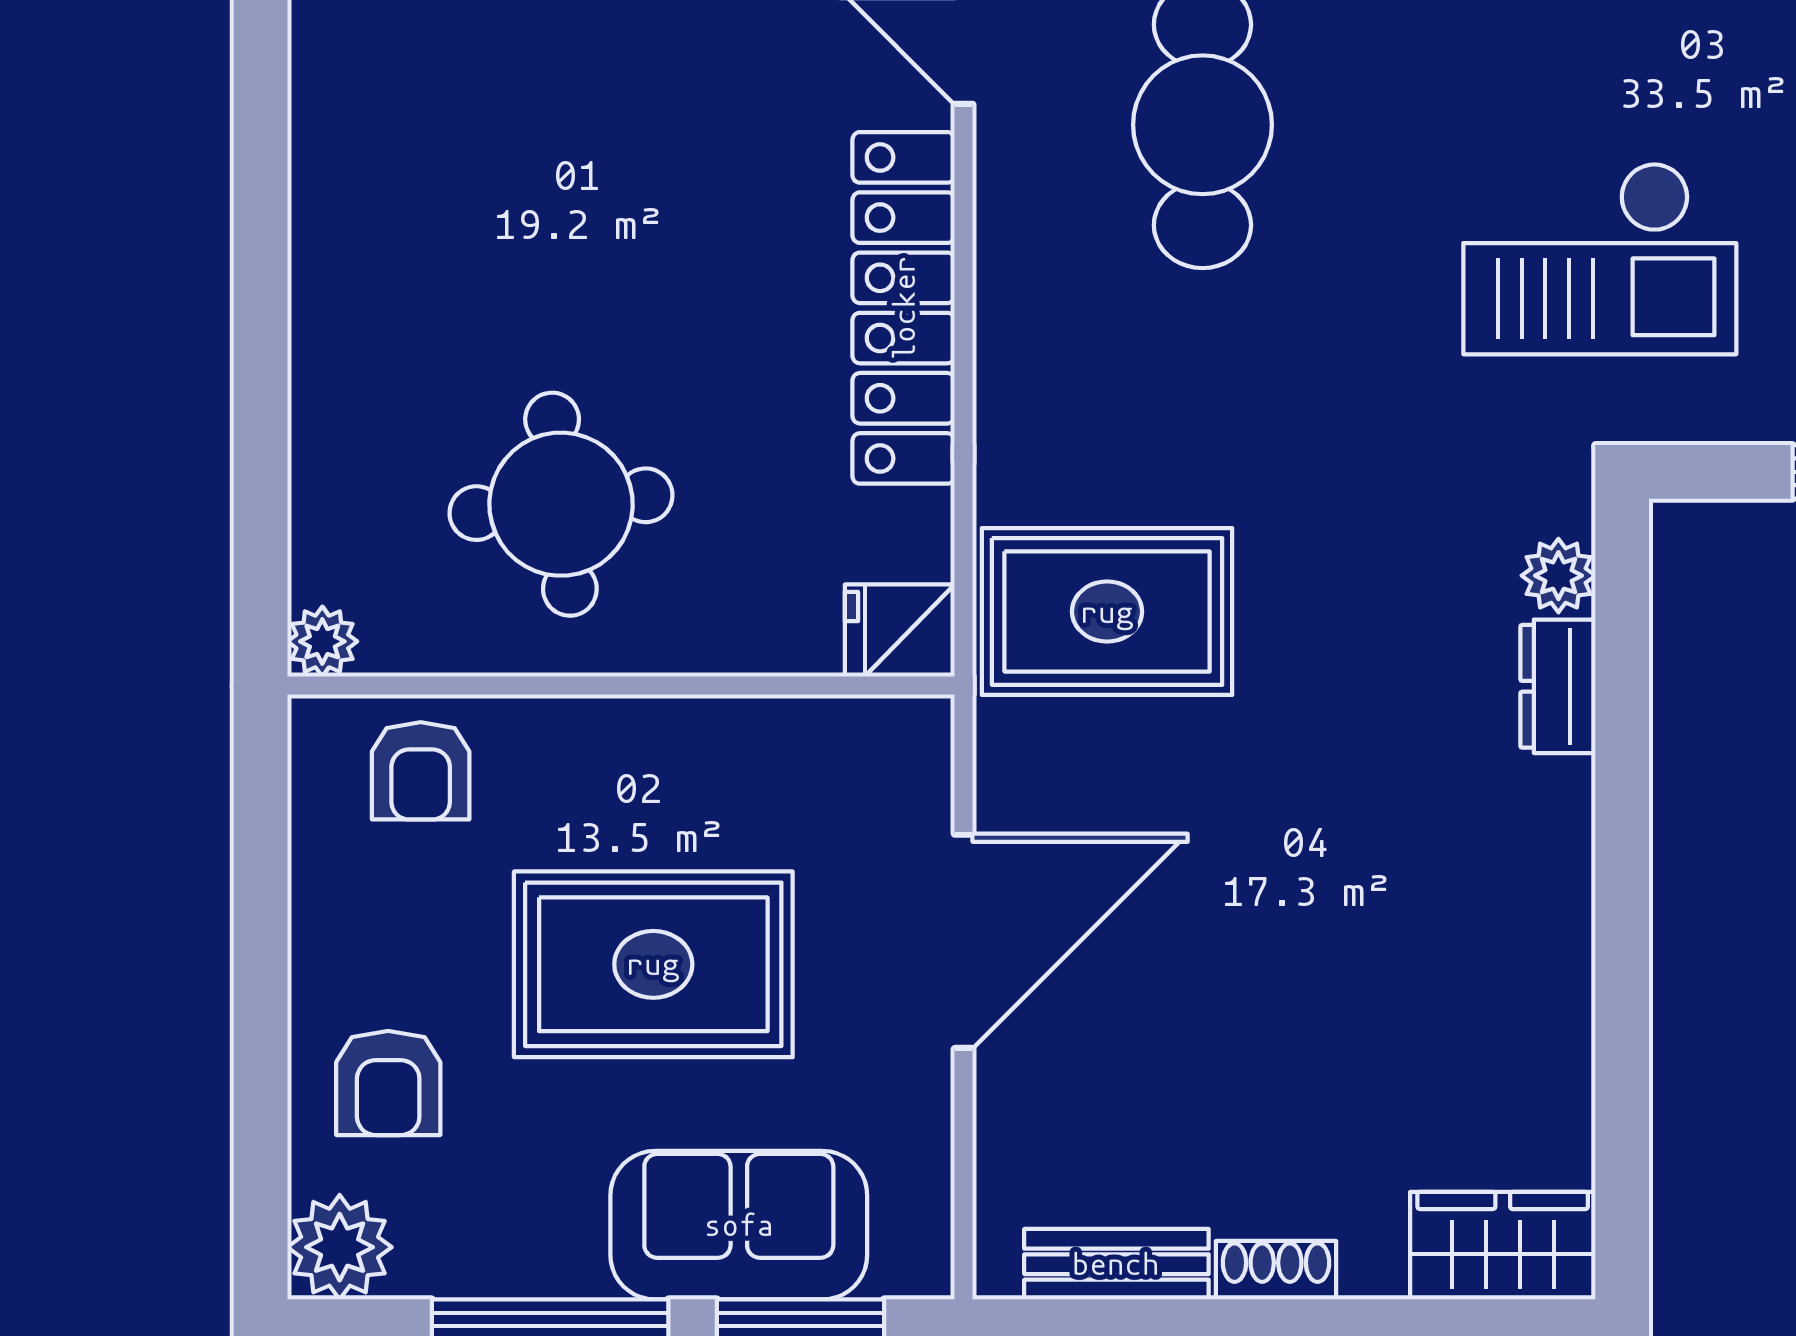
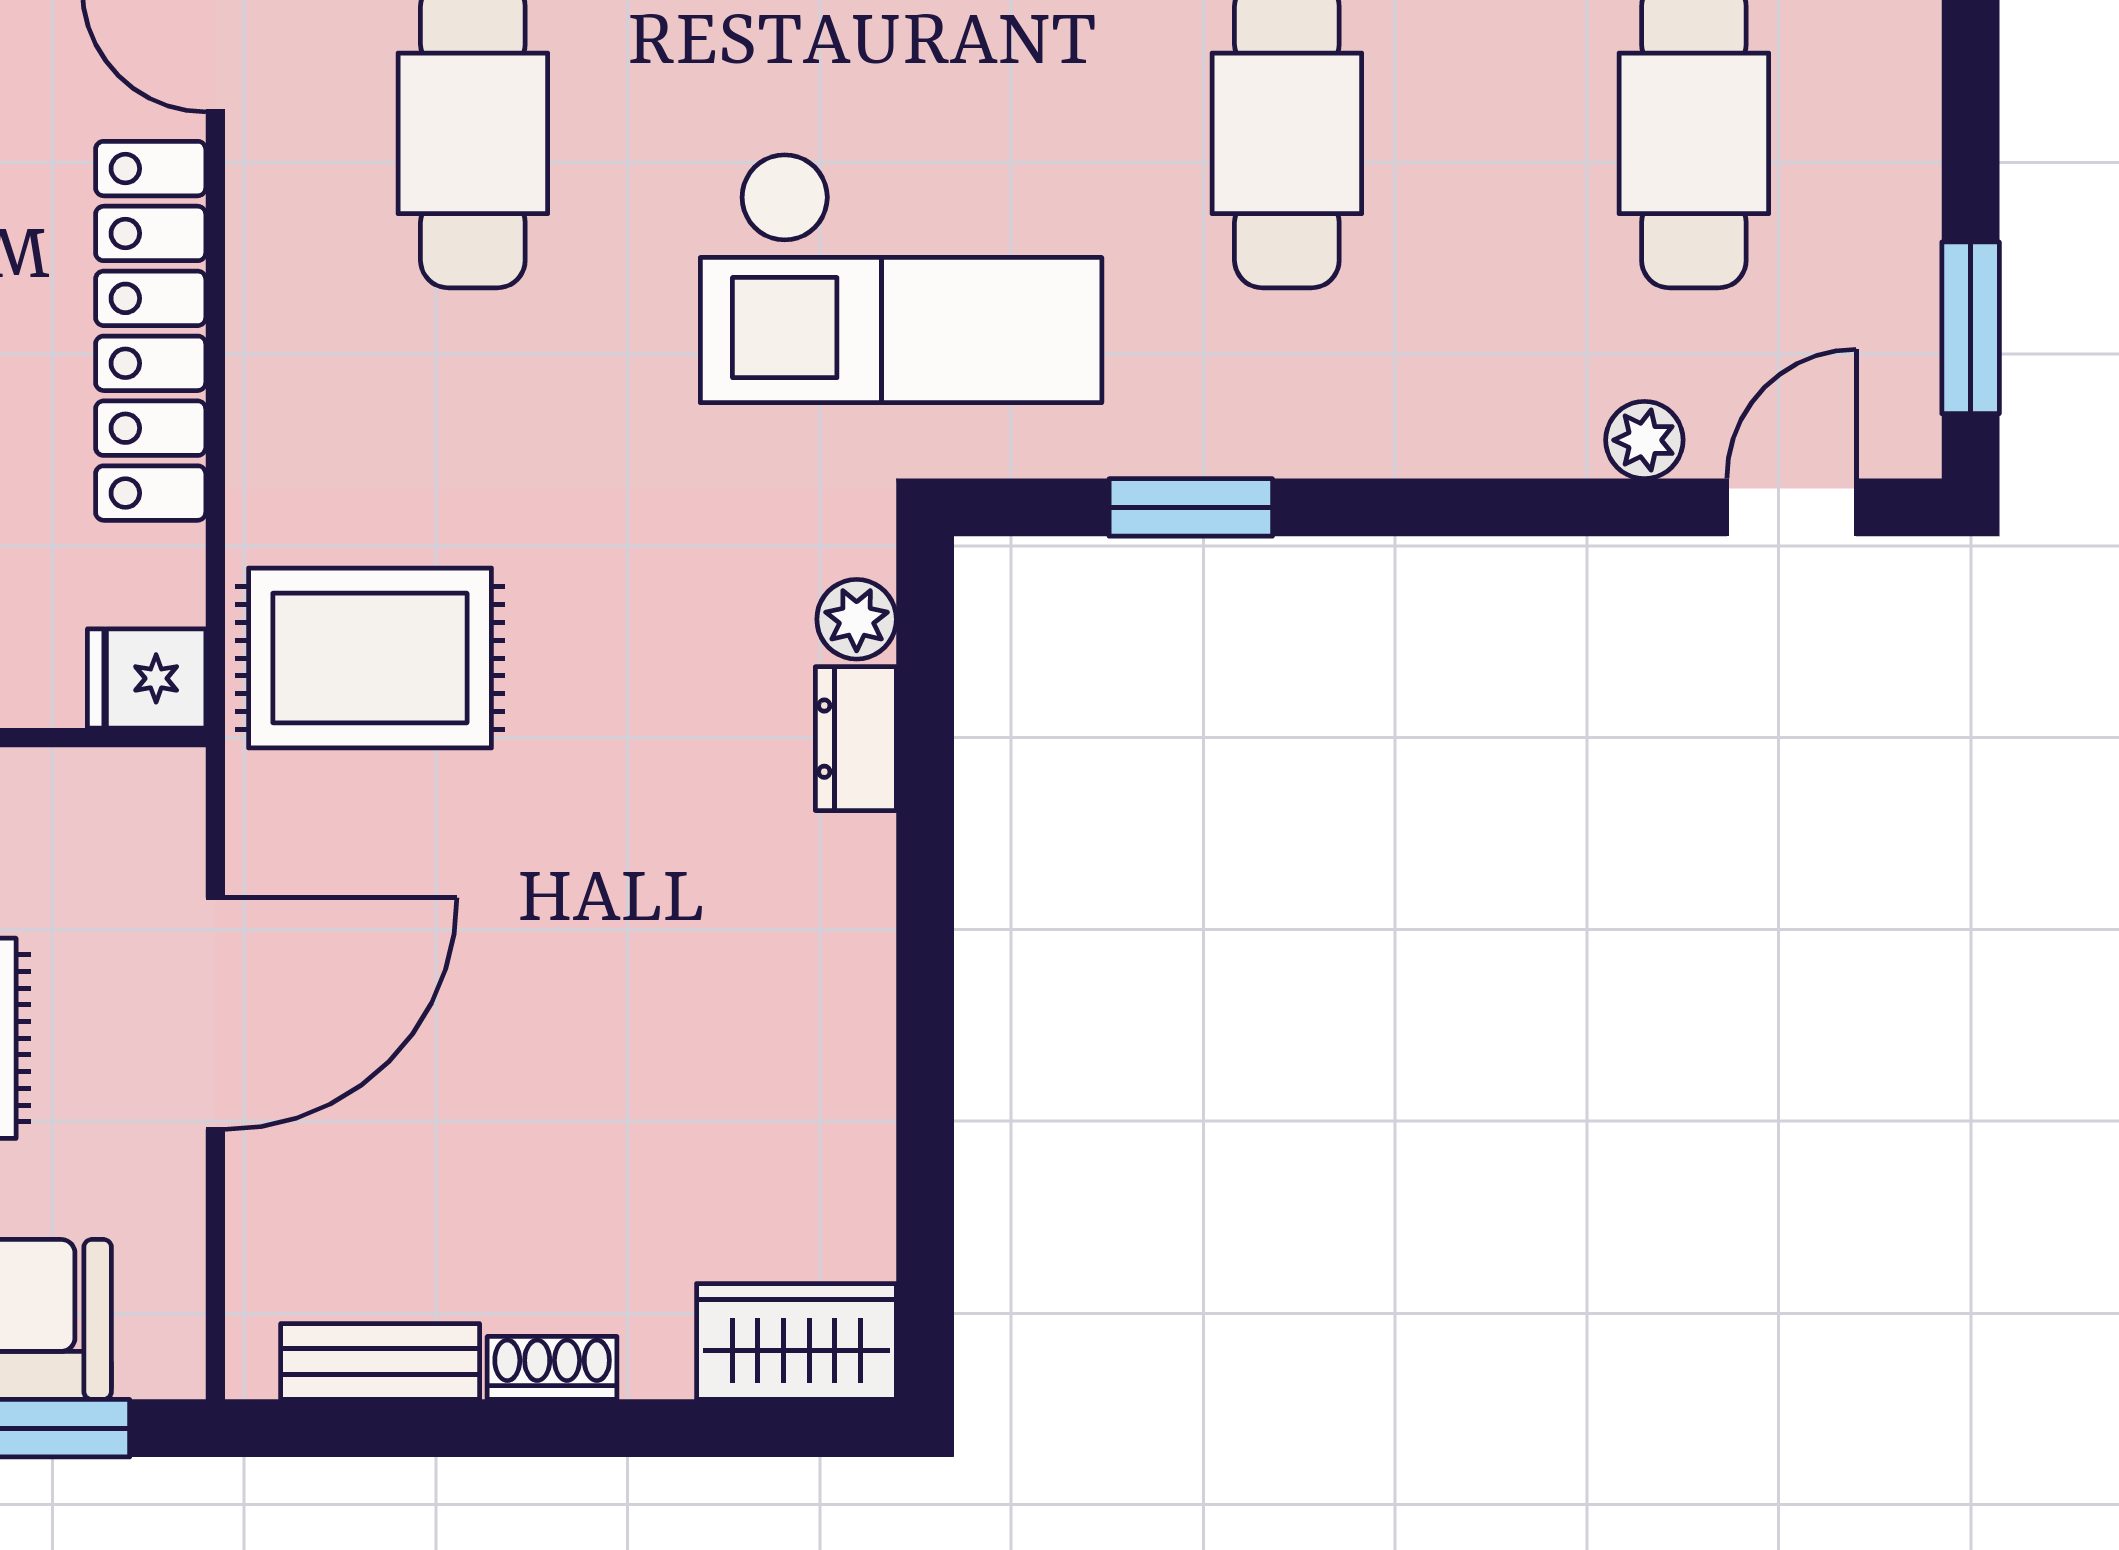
checkout: (1600, 258) -> (901, 277), width x1.36, depth x1.21

